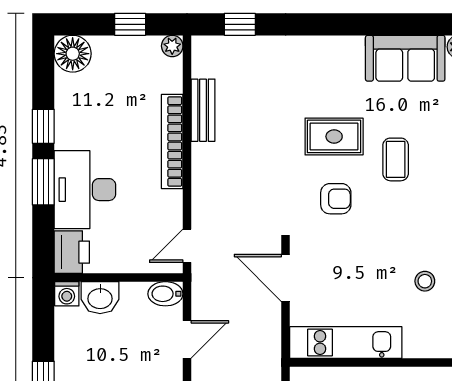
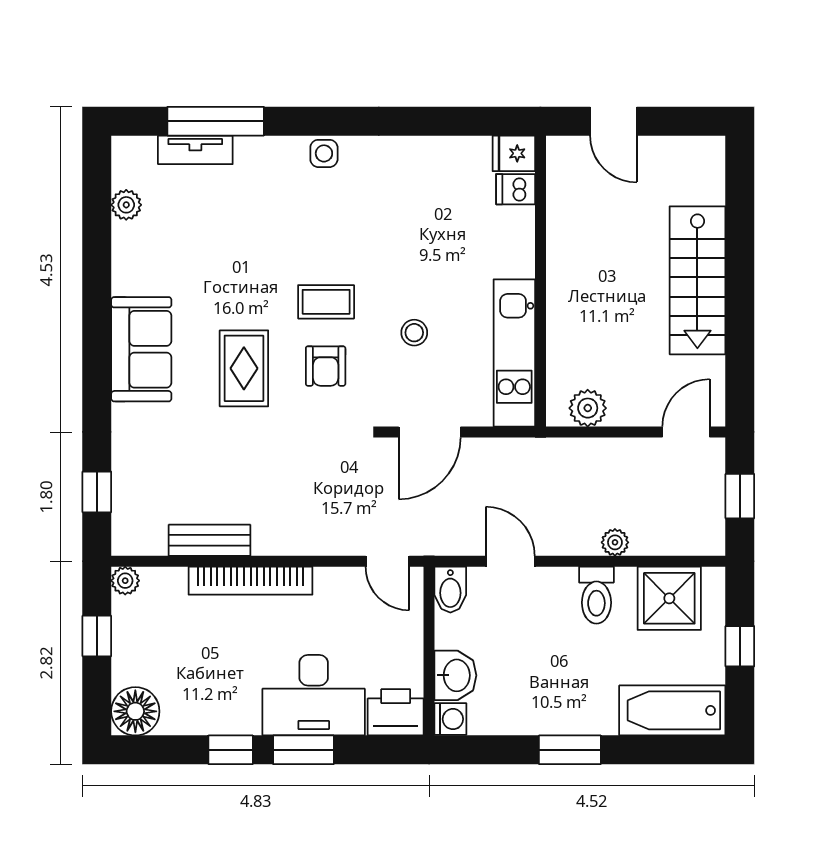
sofa: (405, 58) -> (141, 349), moved
coffee table: (396, 159) -> (326, 302), moved
armchair: (336, 199) -> (326, 366), turned 180
stool: (425, 281) -> (414, 333), moved

